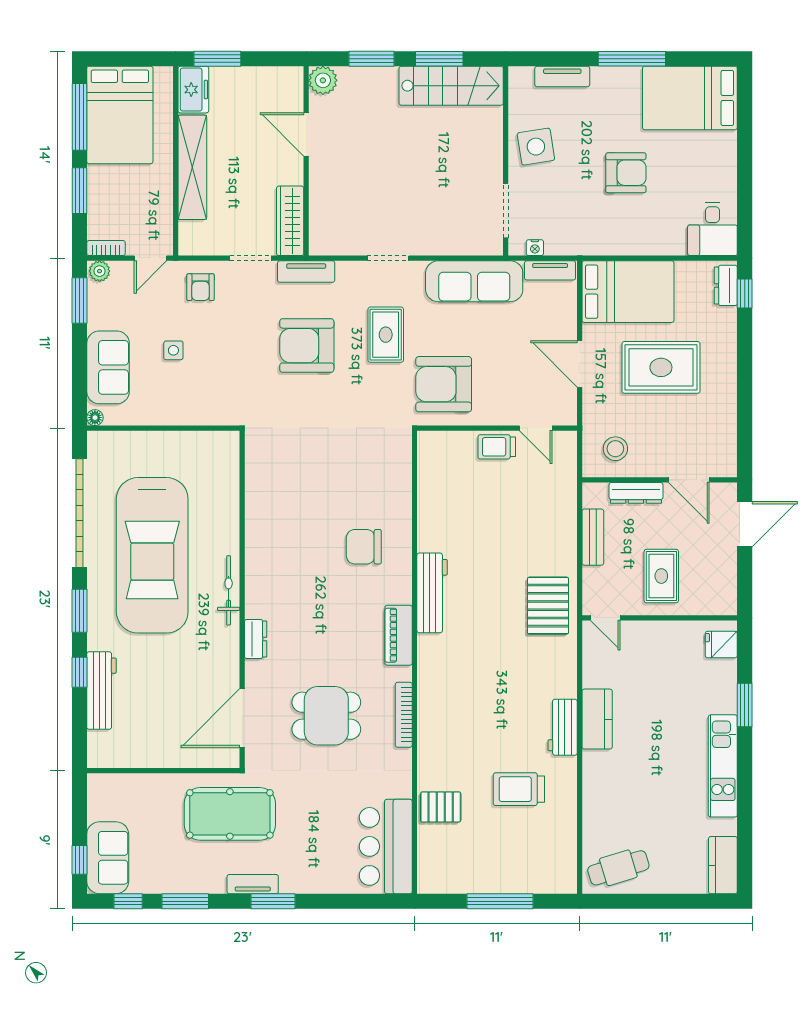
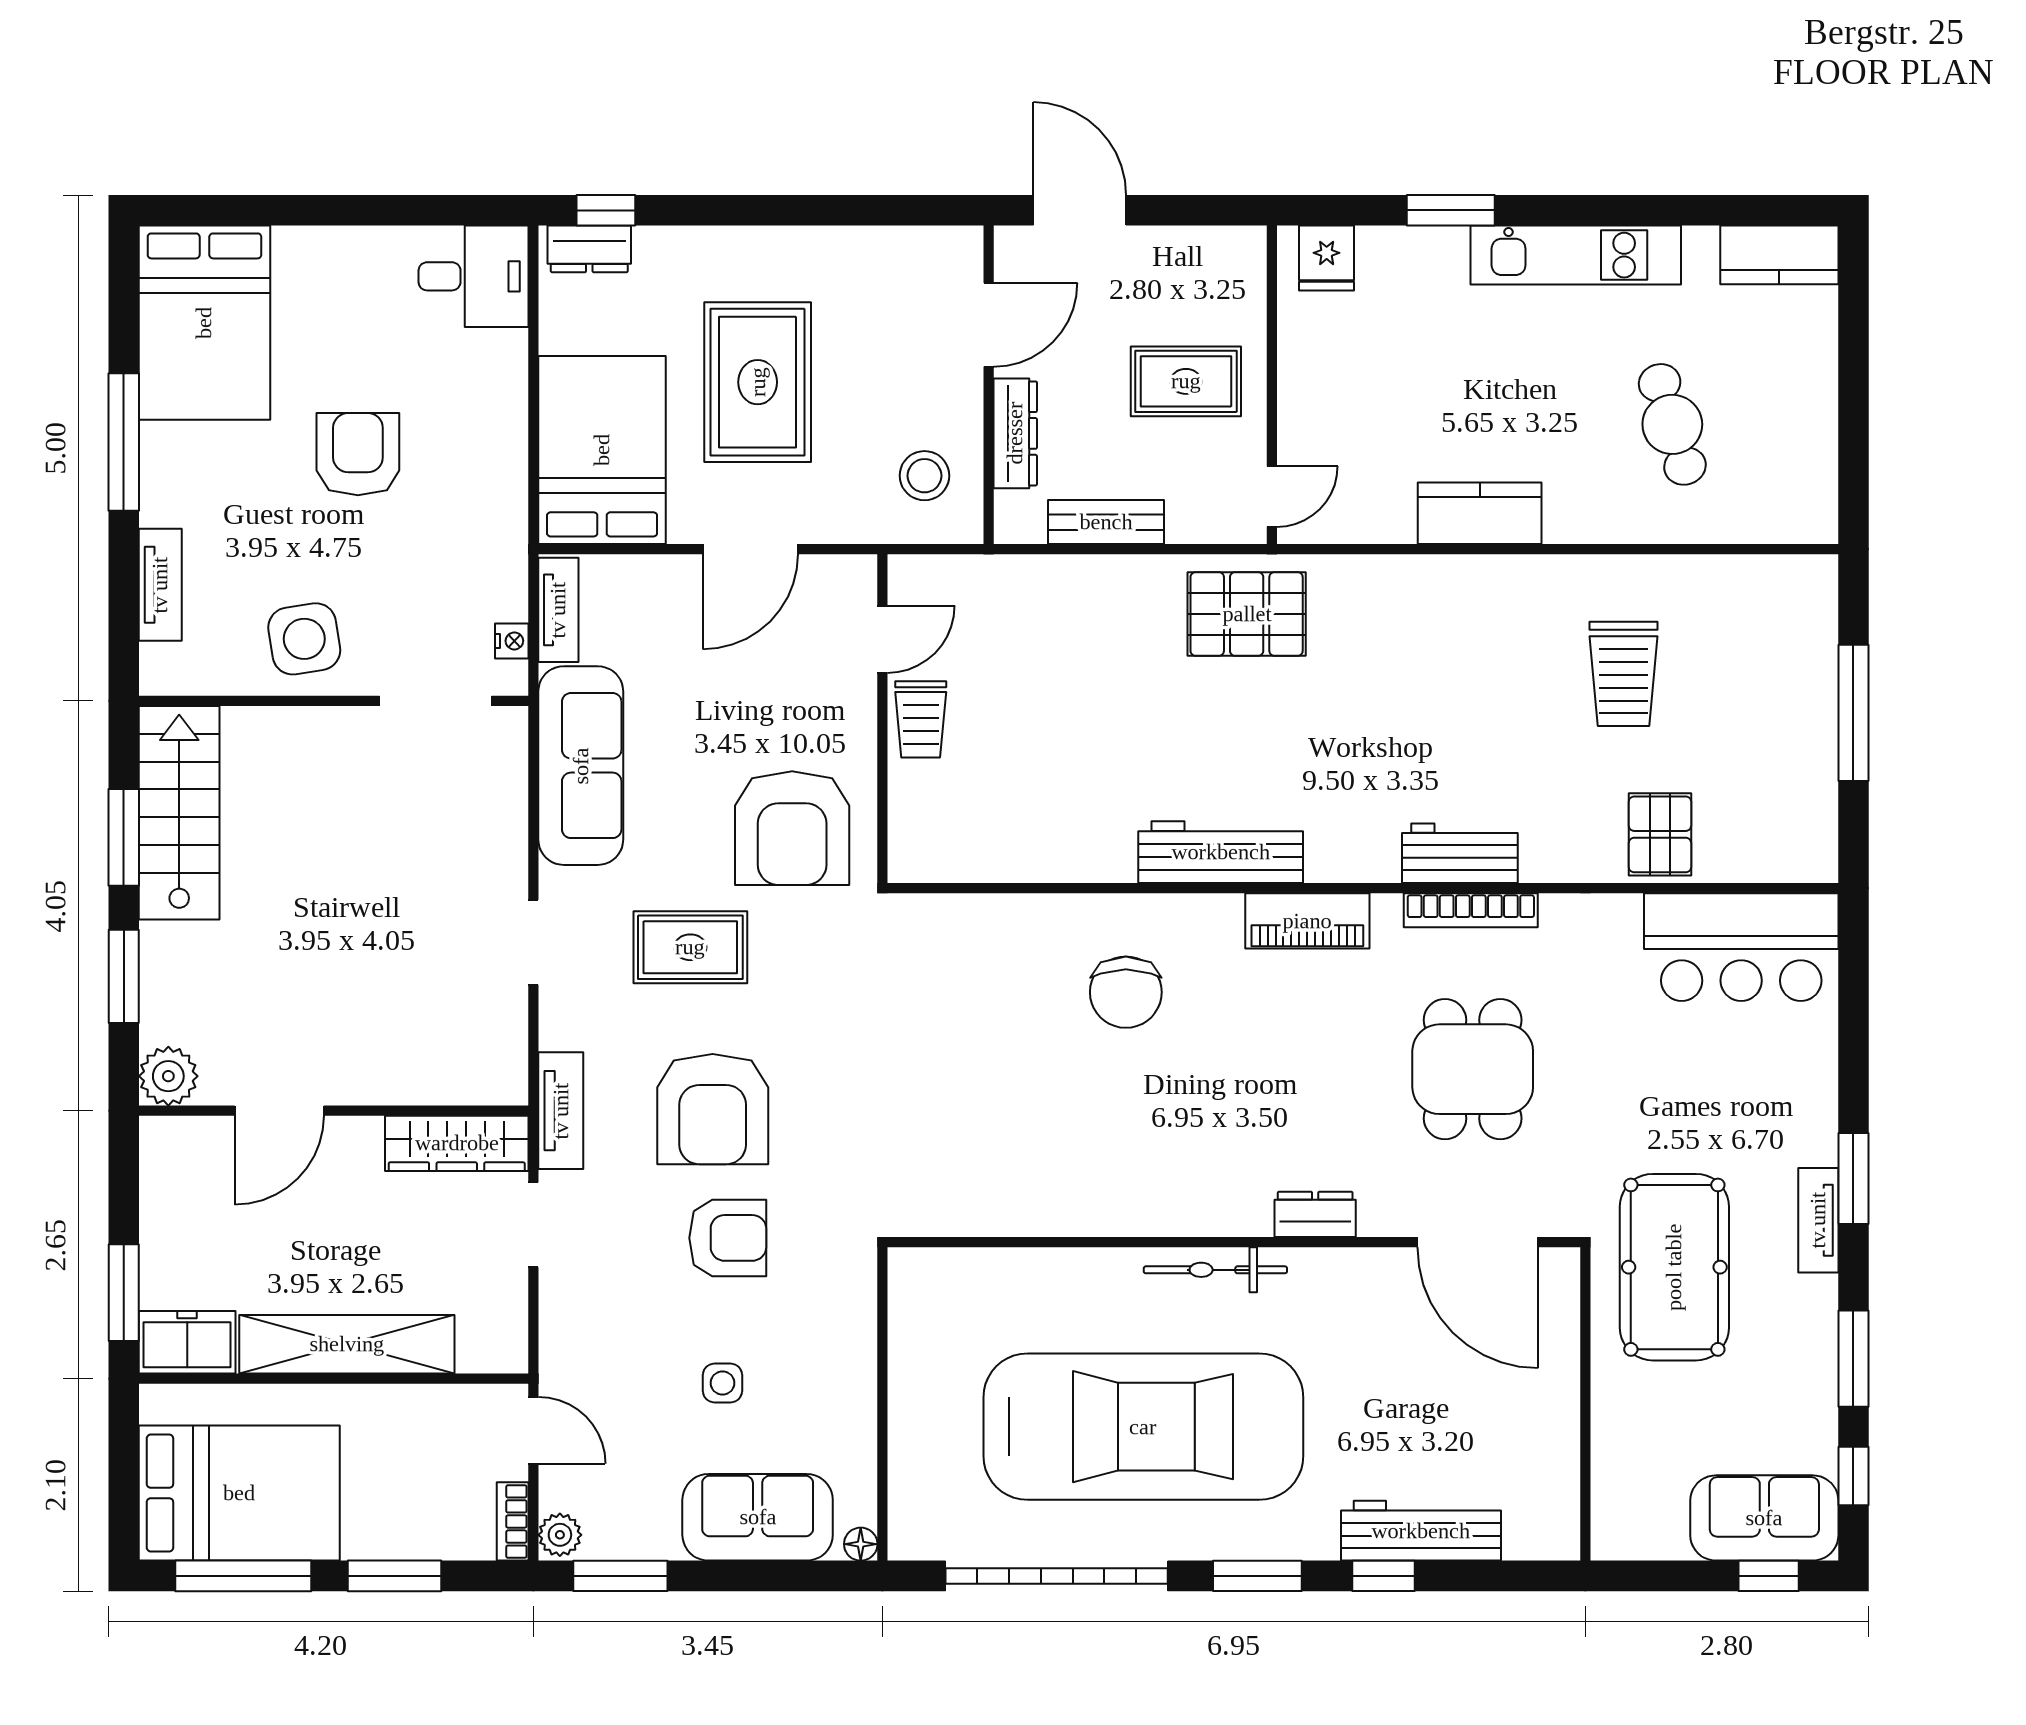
armchair: (200, 287) -> (728, 1238), moved, width x1.38, depth x1.38
workbench: (563, 727) -> (1460, 853), moved, turned 180
cafe table: (618, 868) -> (1672, 424), moved

